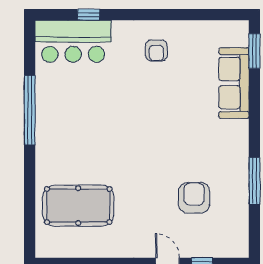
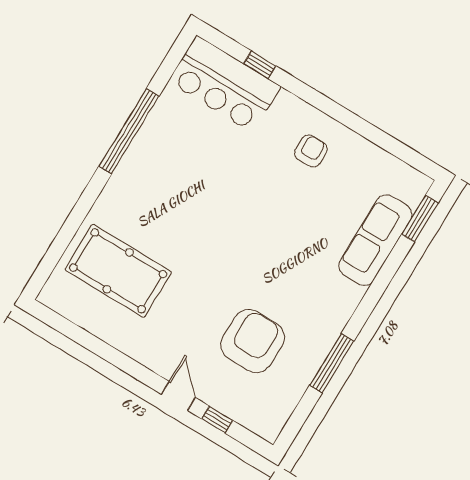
armchair: (156, 50) -> (311, 151), turned 180
armchair: (194, 198) -> (253, 341), width x1.36, depth x1.36

